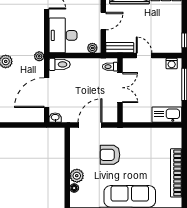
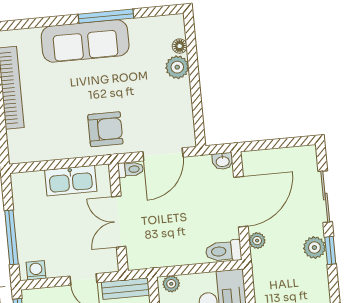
plant: (39, 56) -> (257, 241), moved
toilet: (110, 67) -> (131, 169), moved
kitchen sink: (167, 115) -> (71, 181), moved
armchair: (110, 155) -> (105, 129), moved

